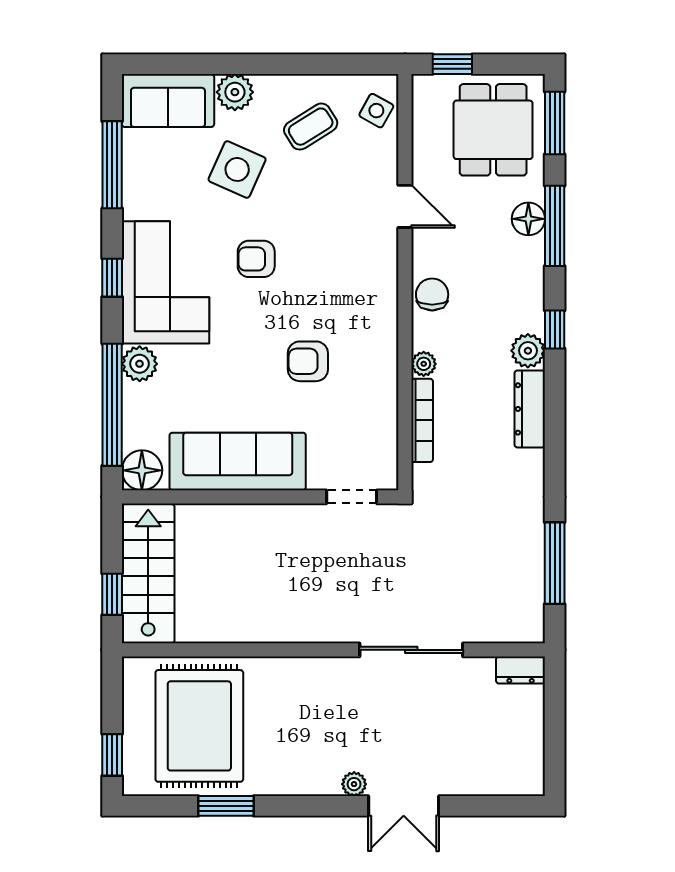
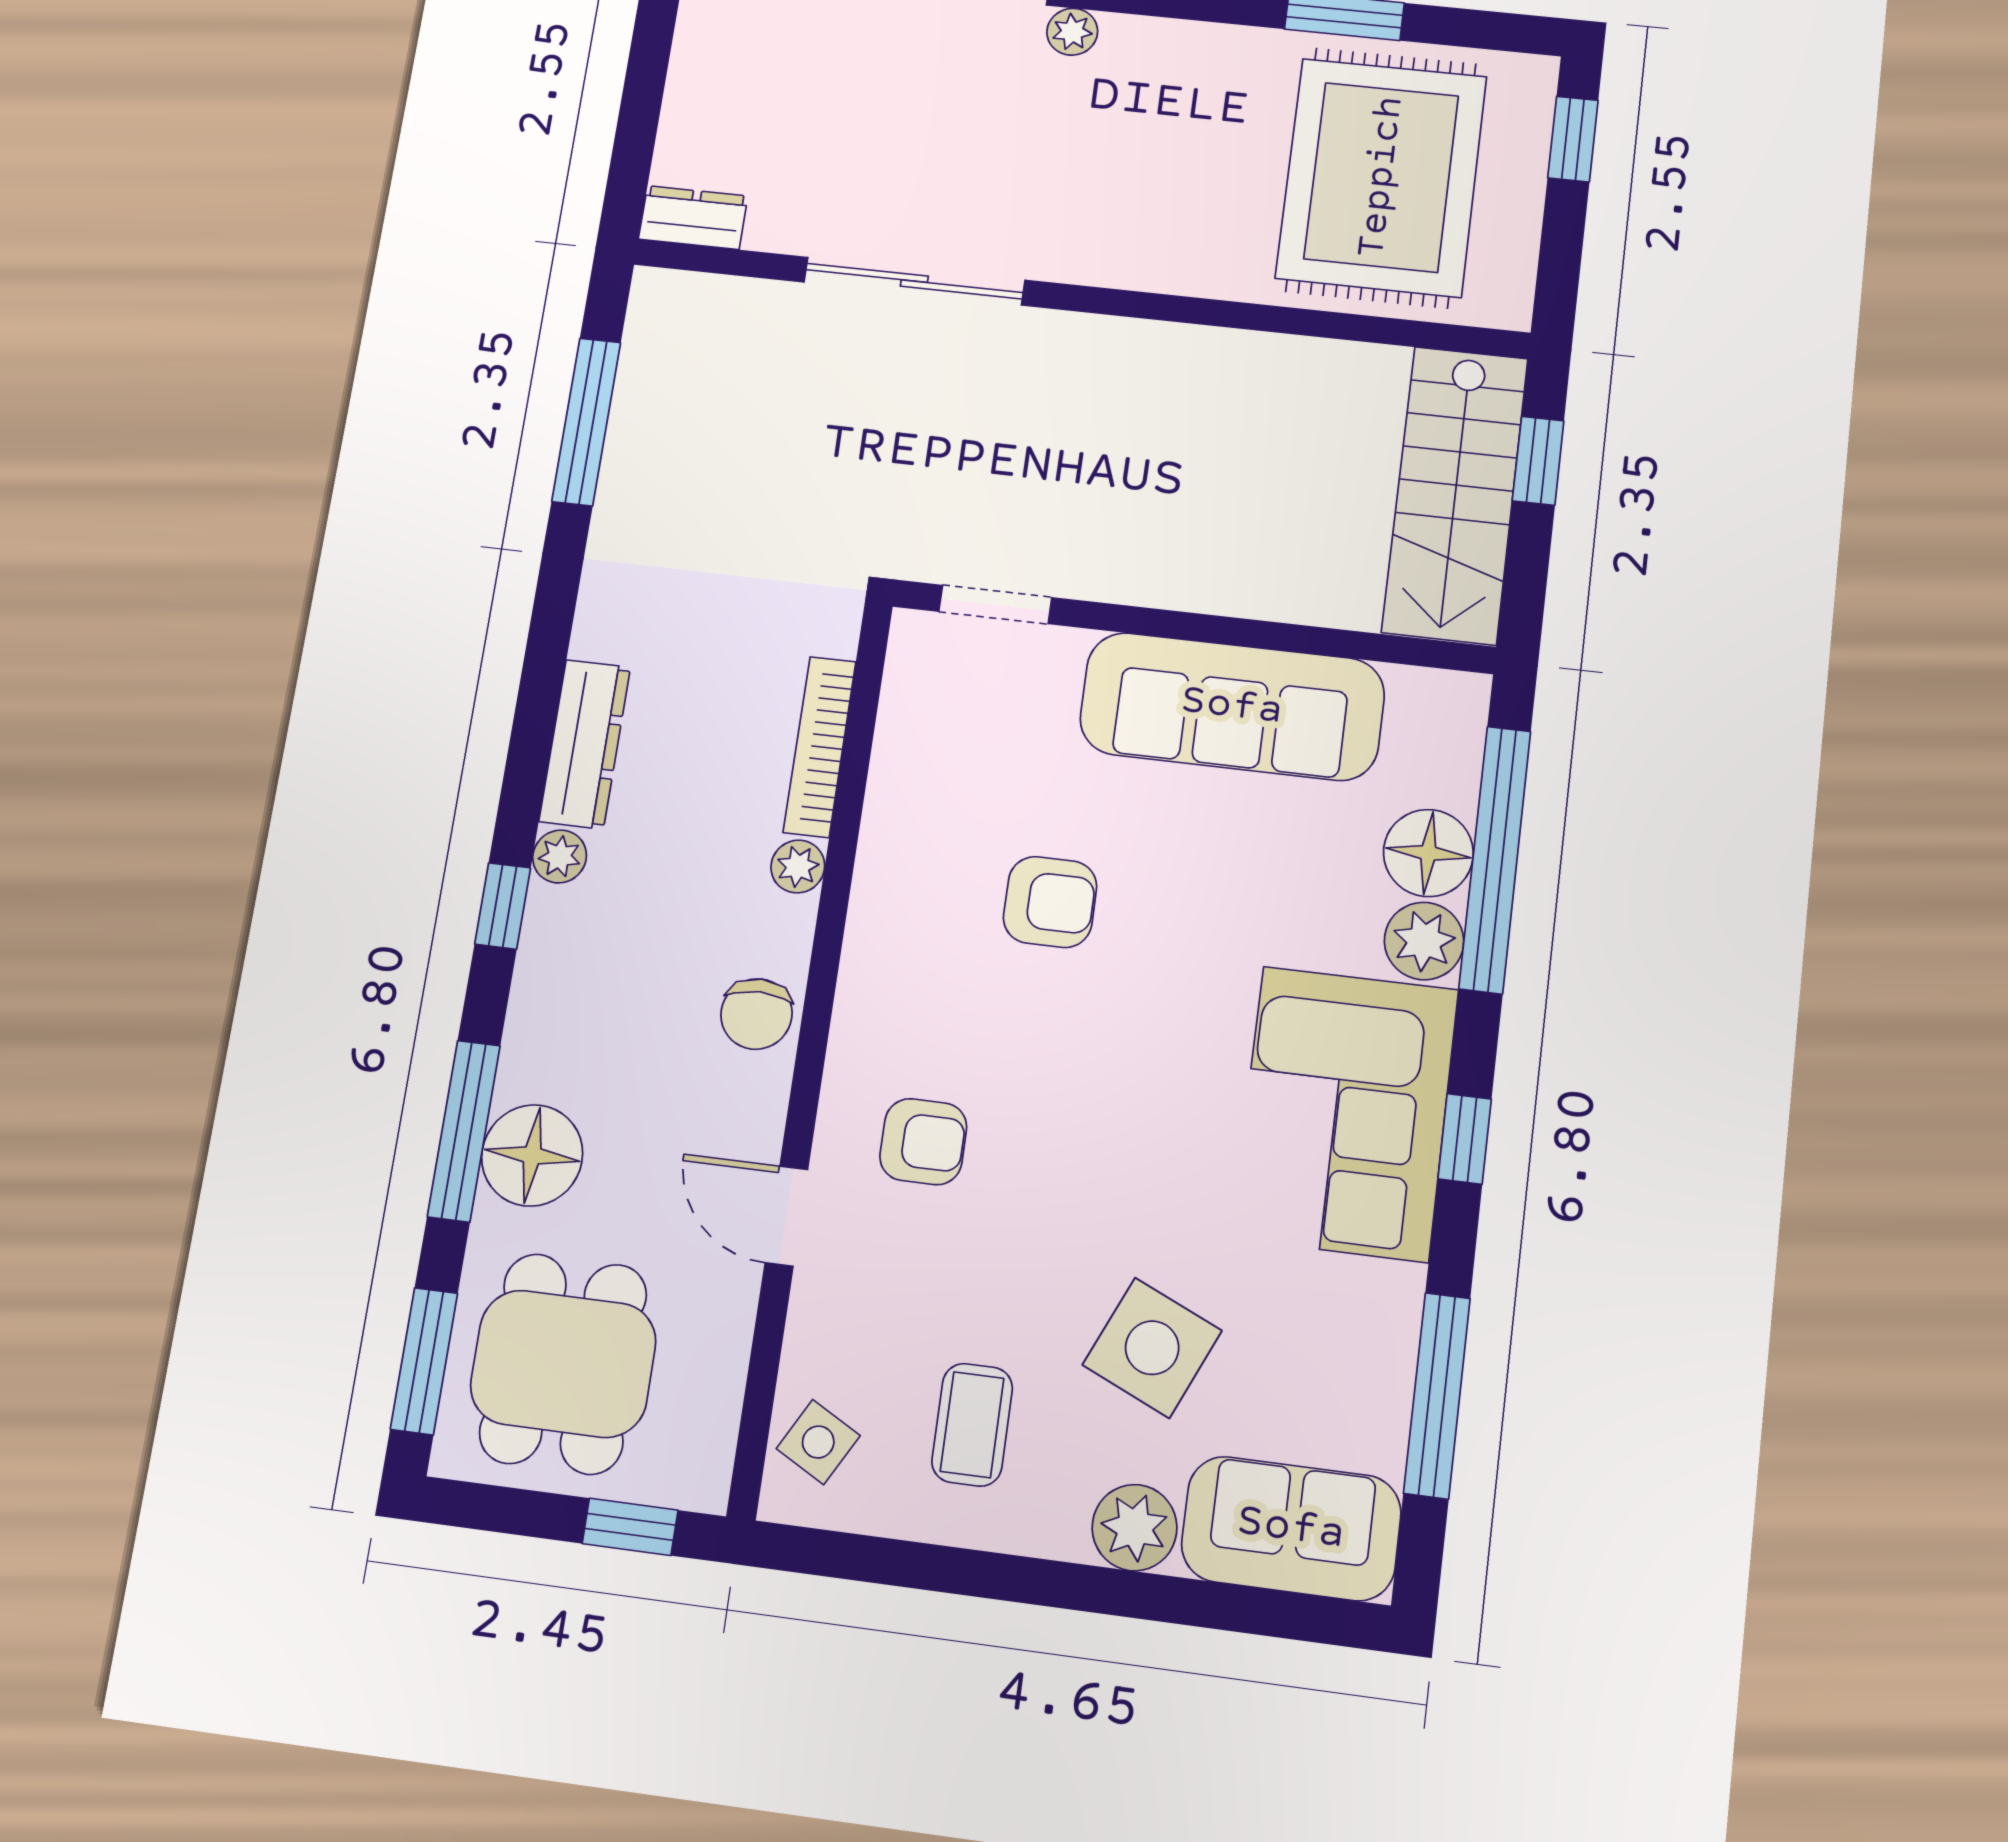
coffee table: (311, 127) -> (972, 1425), turned -58
floor lamp: (528, 219) -> (532, 1155), width x1.38, depth x1.38
armchair: (256, 259) -> (923, 1142), moved
plant: (528, 351) -> (560, 857), width x0.73, depth x0.73
floor lamp: (142, 470) -> (1428, 853), moved

